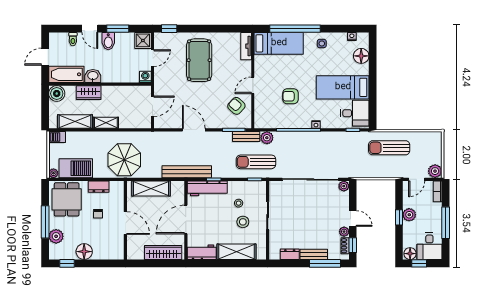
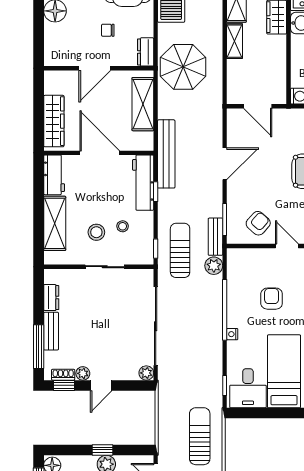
dresser: (99, 187) -> (146, 52), moved

